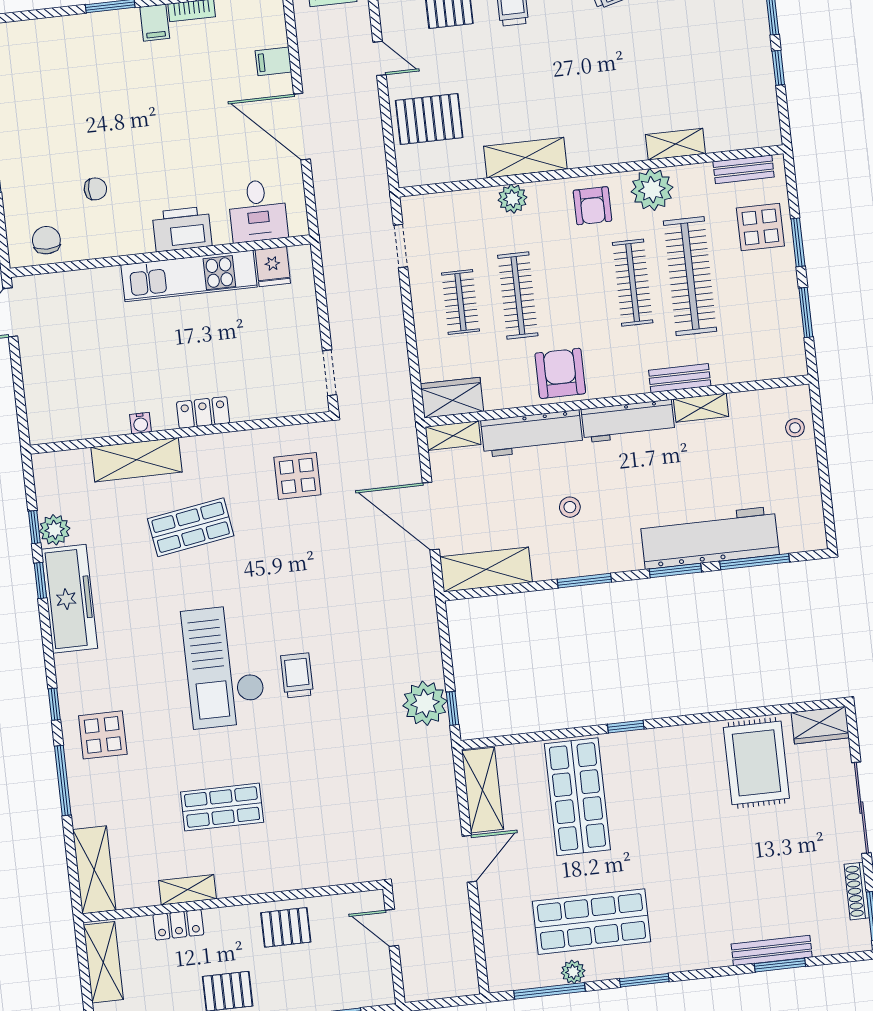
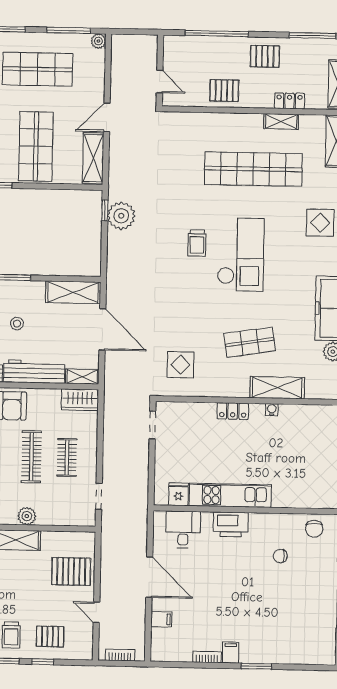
shop shelf: (222, 807) -> (253, 169), width x2.00, depth x1.36
plant: (573, 972) -> (98, 41), moved

